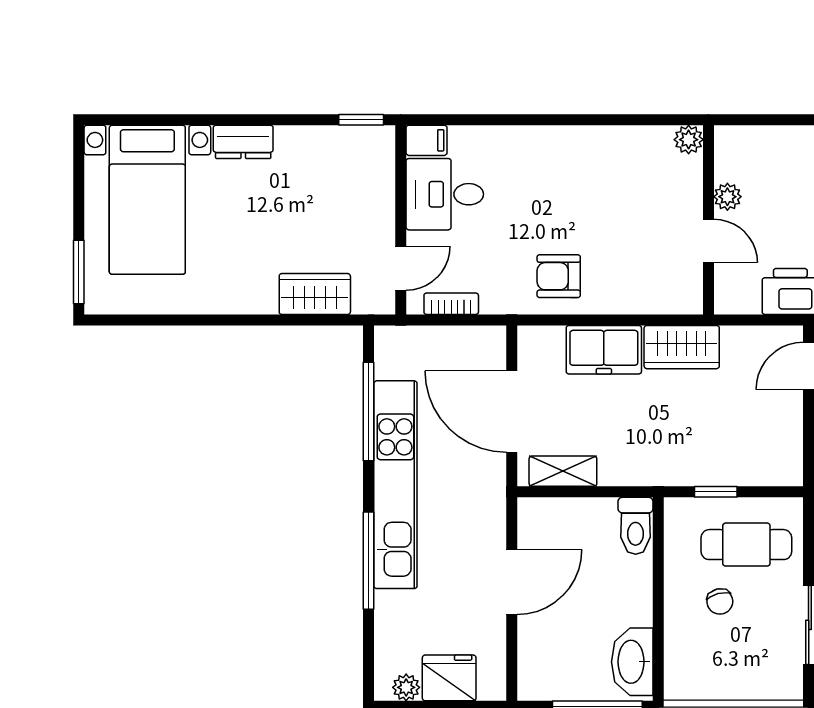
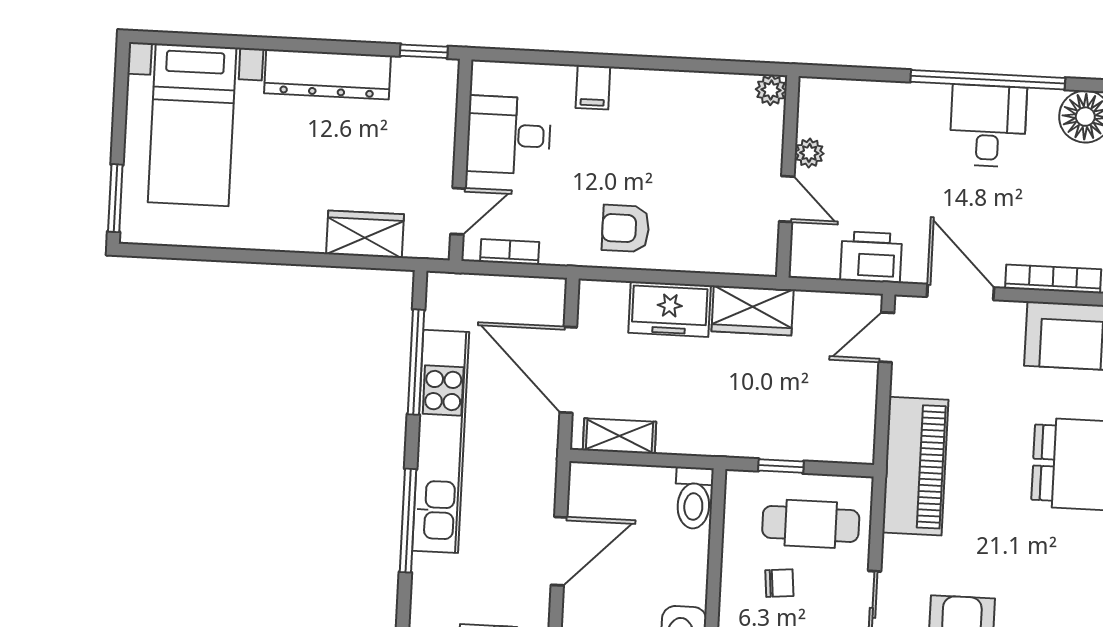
filing cabinet: (426, 140) -> (593, 87), moved, turned 90
dresser: (243, 142) -> (327, 74), width x1.96, depth x1.24
chair: (720, 602) -> (779, 583), turned -80

